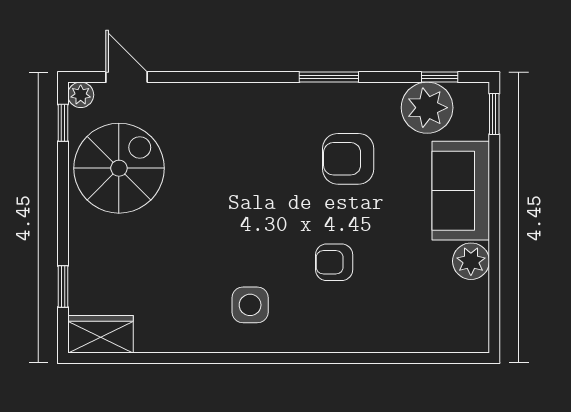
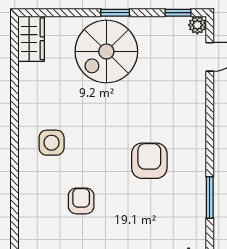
armchair: (348, 159) -> (149, 161), moved
spiral stairs: (119, 168) -> (106, 51), moved, turned 90
window: (63, 287) -> (115, 13), moved

